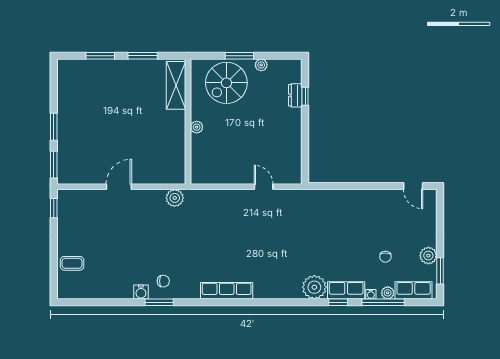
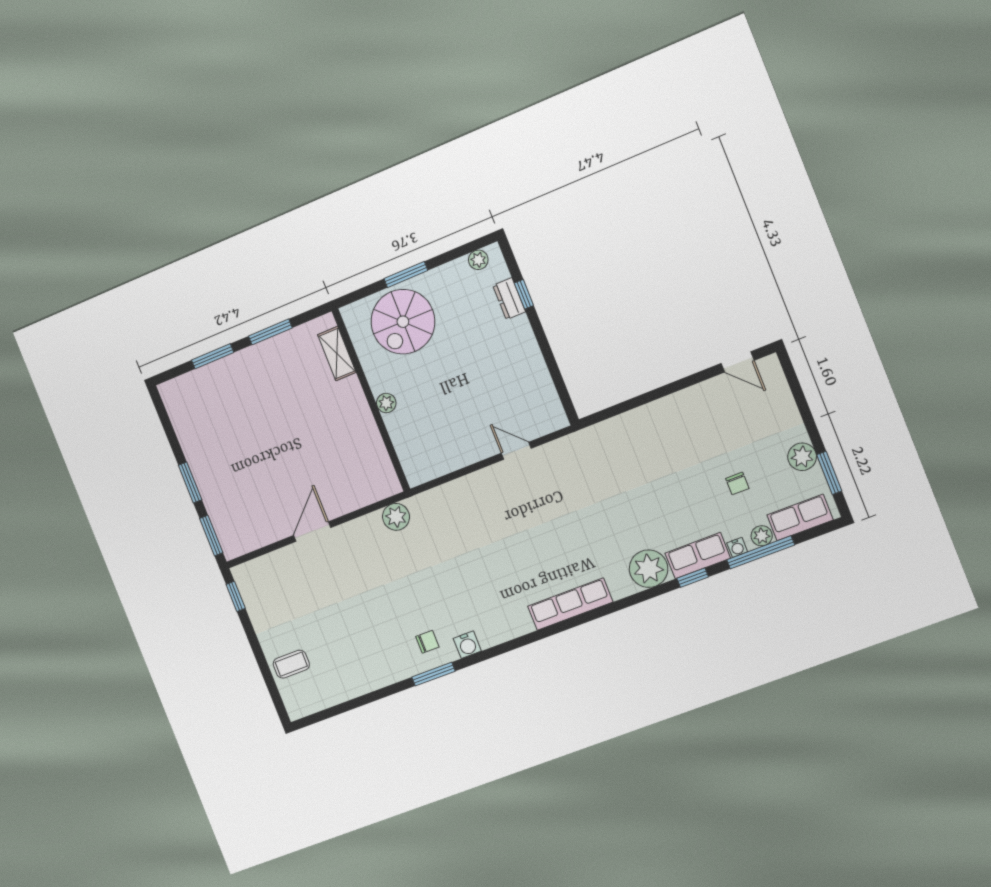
plant: (261, 65) -> (478, 260), moved
shelving: (176, 85) -> (337, 354), width x0.67, depth x0.75
row of seats: (227, 291) -> (570, 604), moved
water cooler: (141, 292) -> (467, 645), moved

